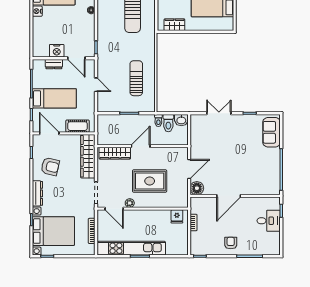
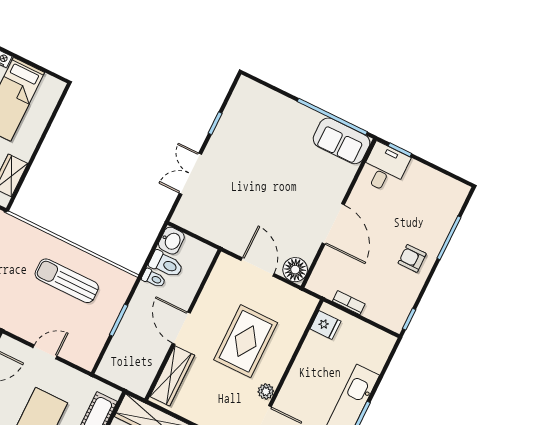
sofa: (272, 132) -> (342, 141), moved
desk: (269, 221) -> (385, 168), moved

